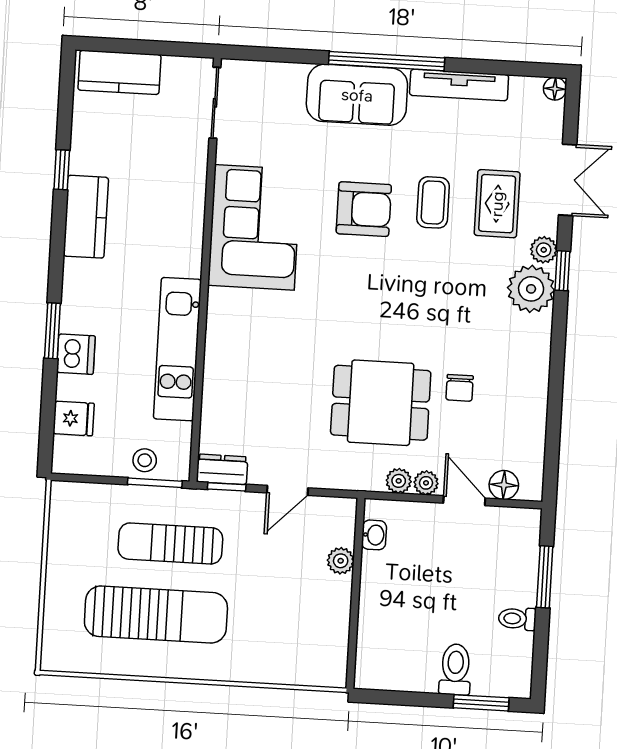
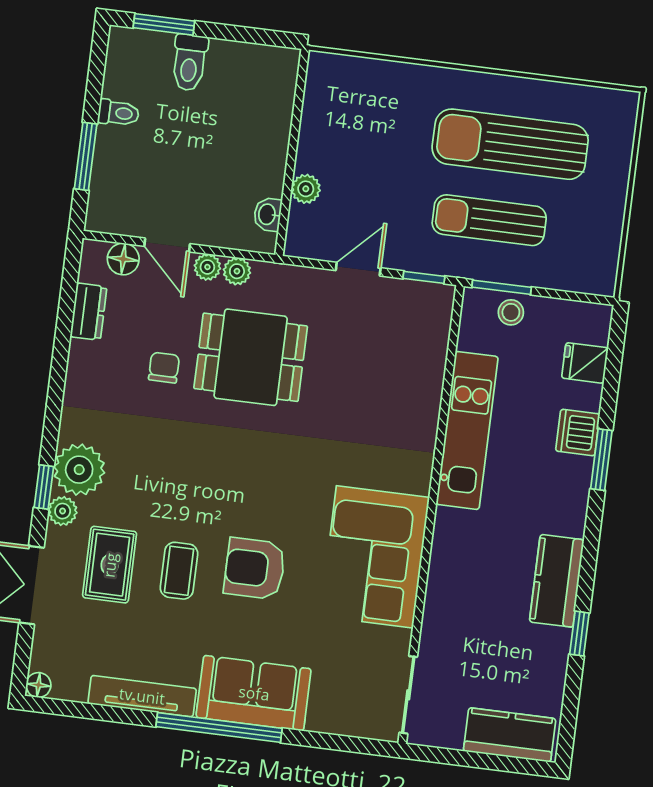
dresser: (222, 469) -> (88, 312), moved, turned -90
sun lounger: (170, 543) -> (489, 220), turned 180

